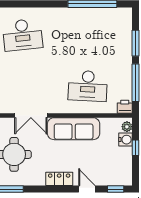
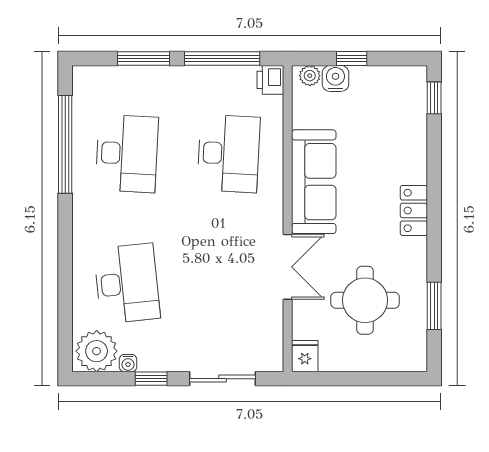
desk: (88, 35) -> (127, 154), added
door: (87, 189) -> (434, 155), removed

